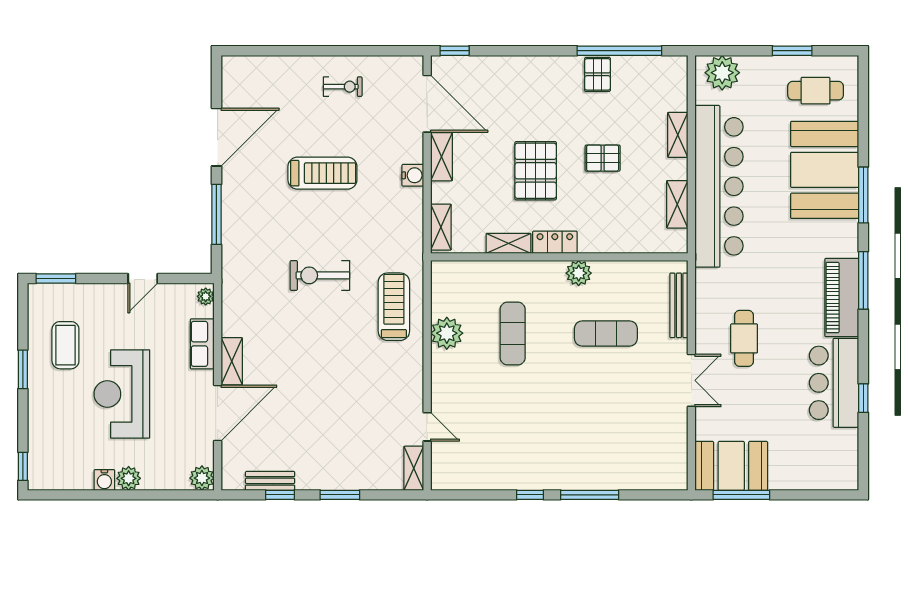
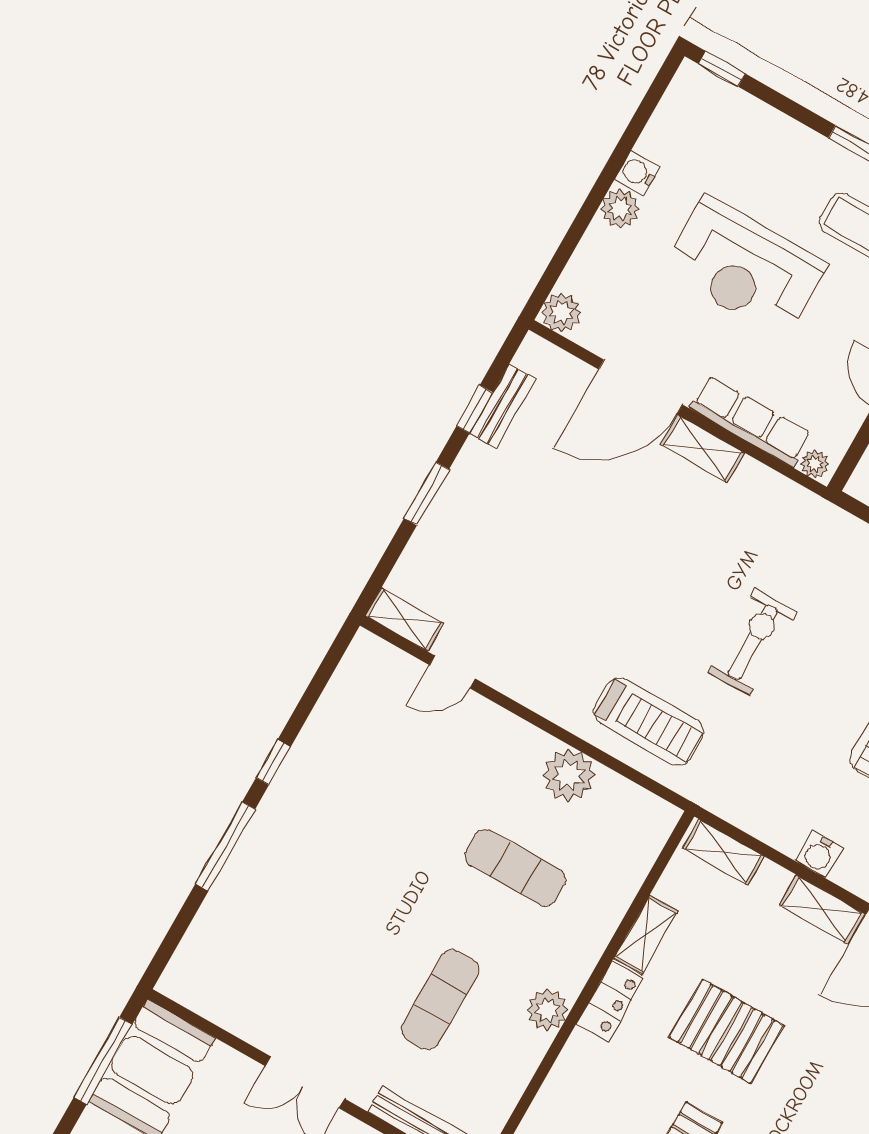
row of seats: (202, 344) -> (751, 421), width x1.48
reception desk: (122, 394) -> (745, 267), turned 180
door: (218, 413) -> (640, 387), hinge flipped

